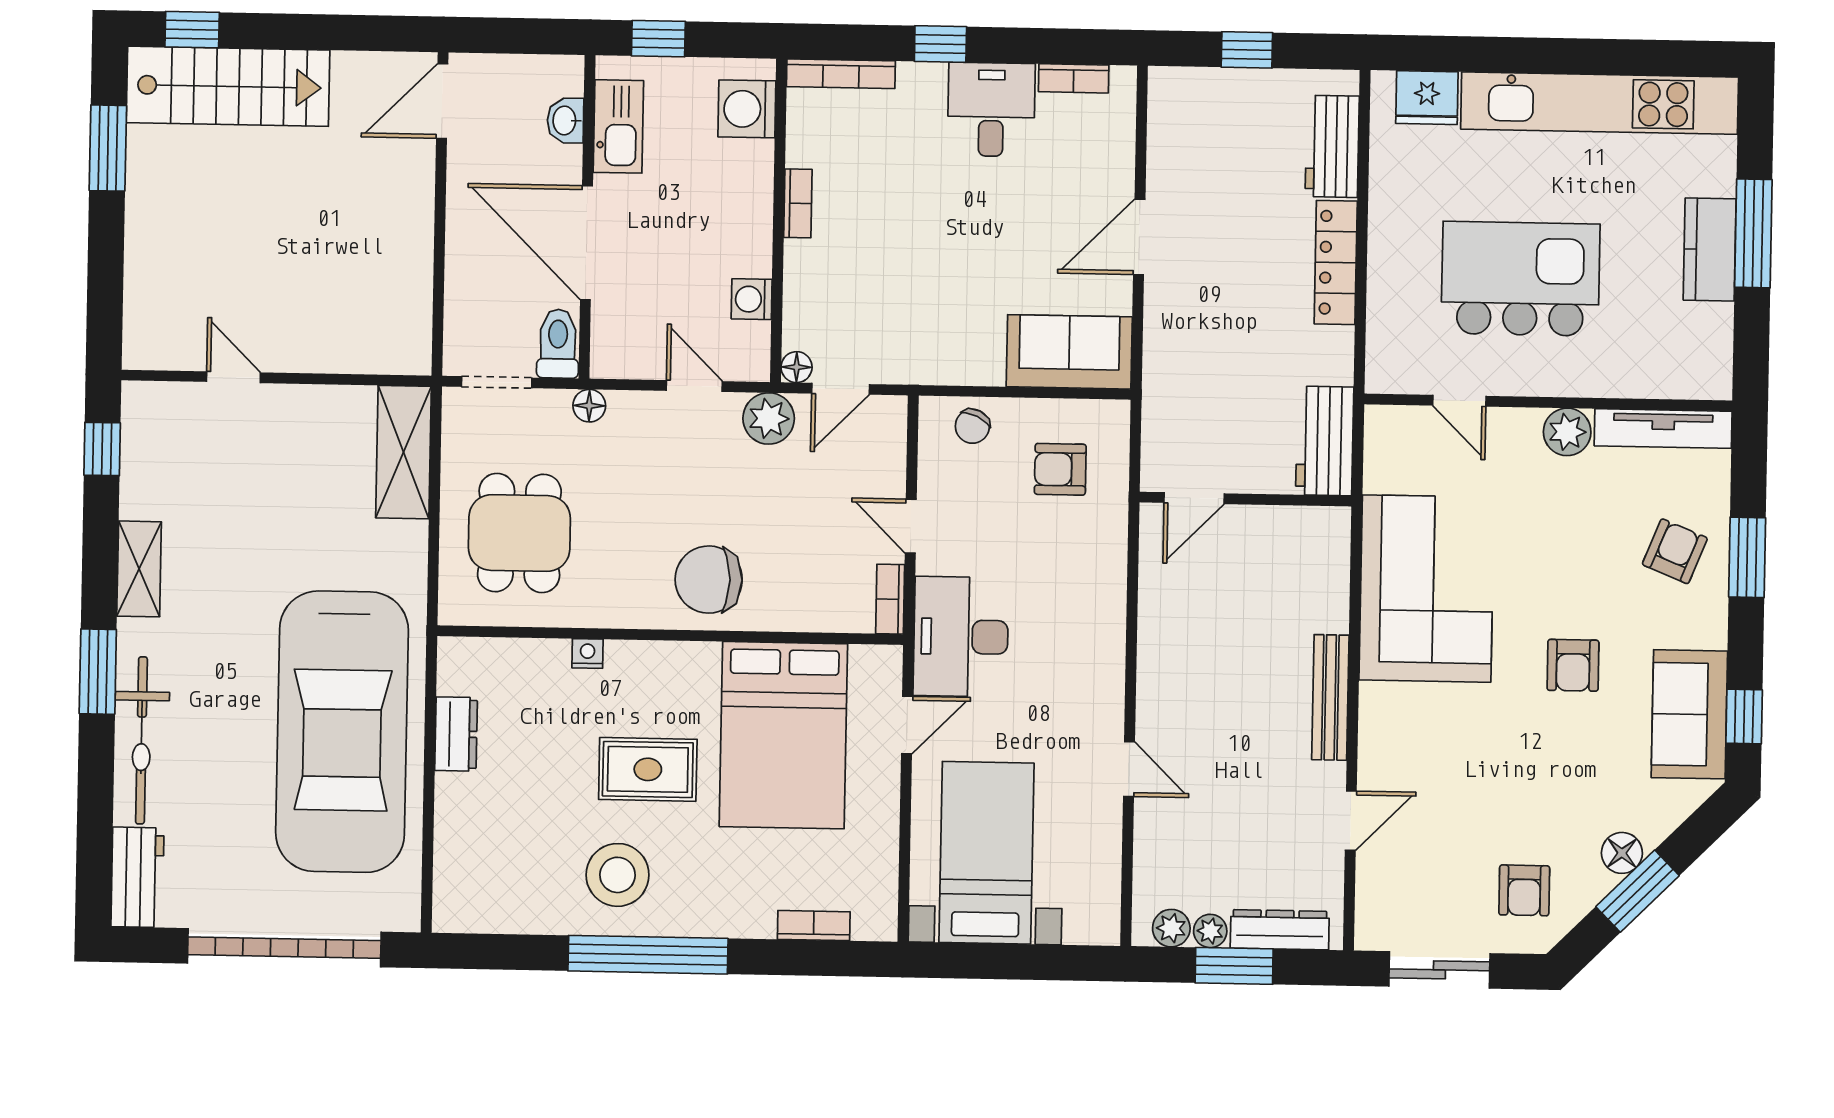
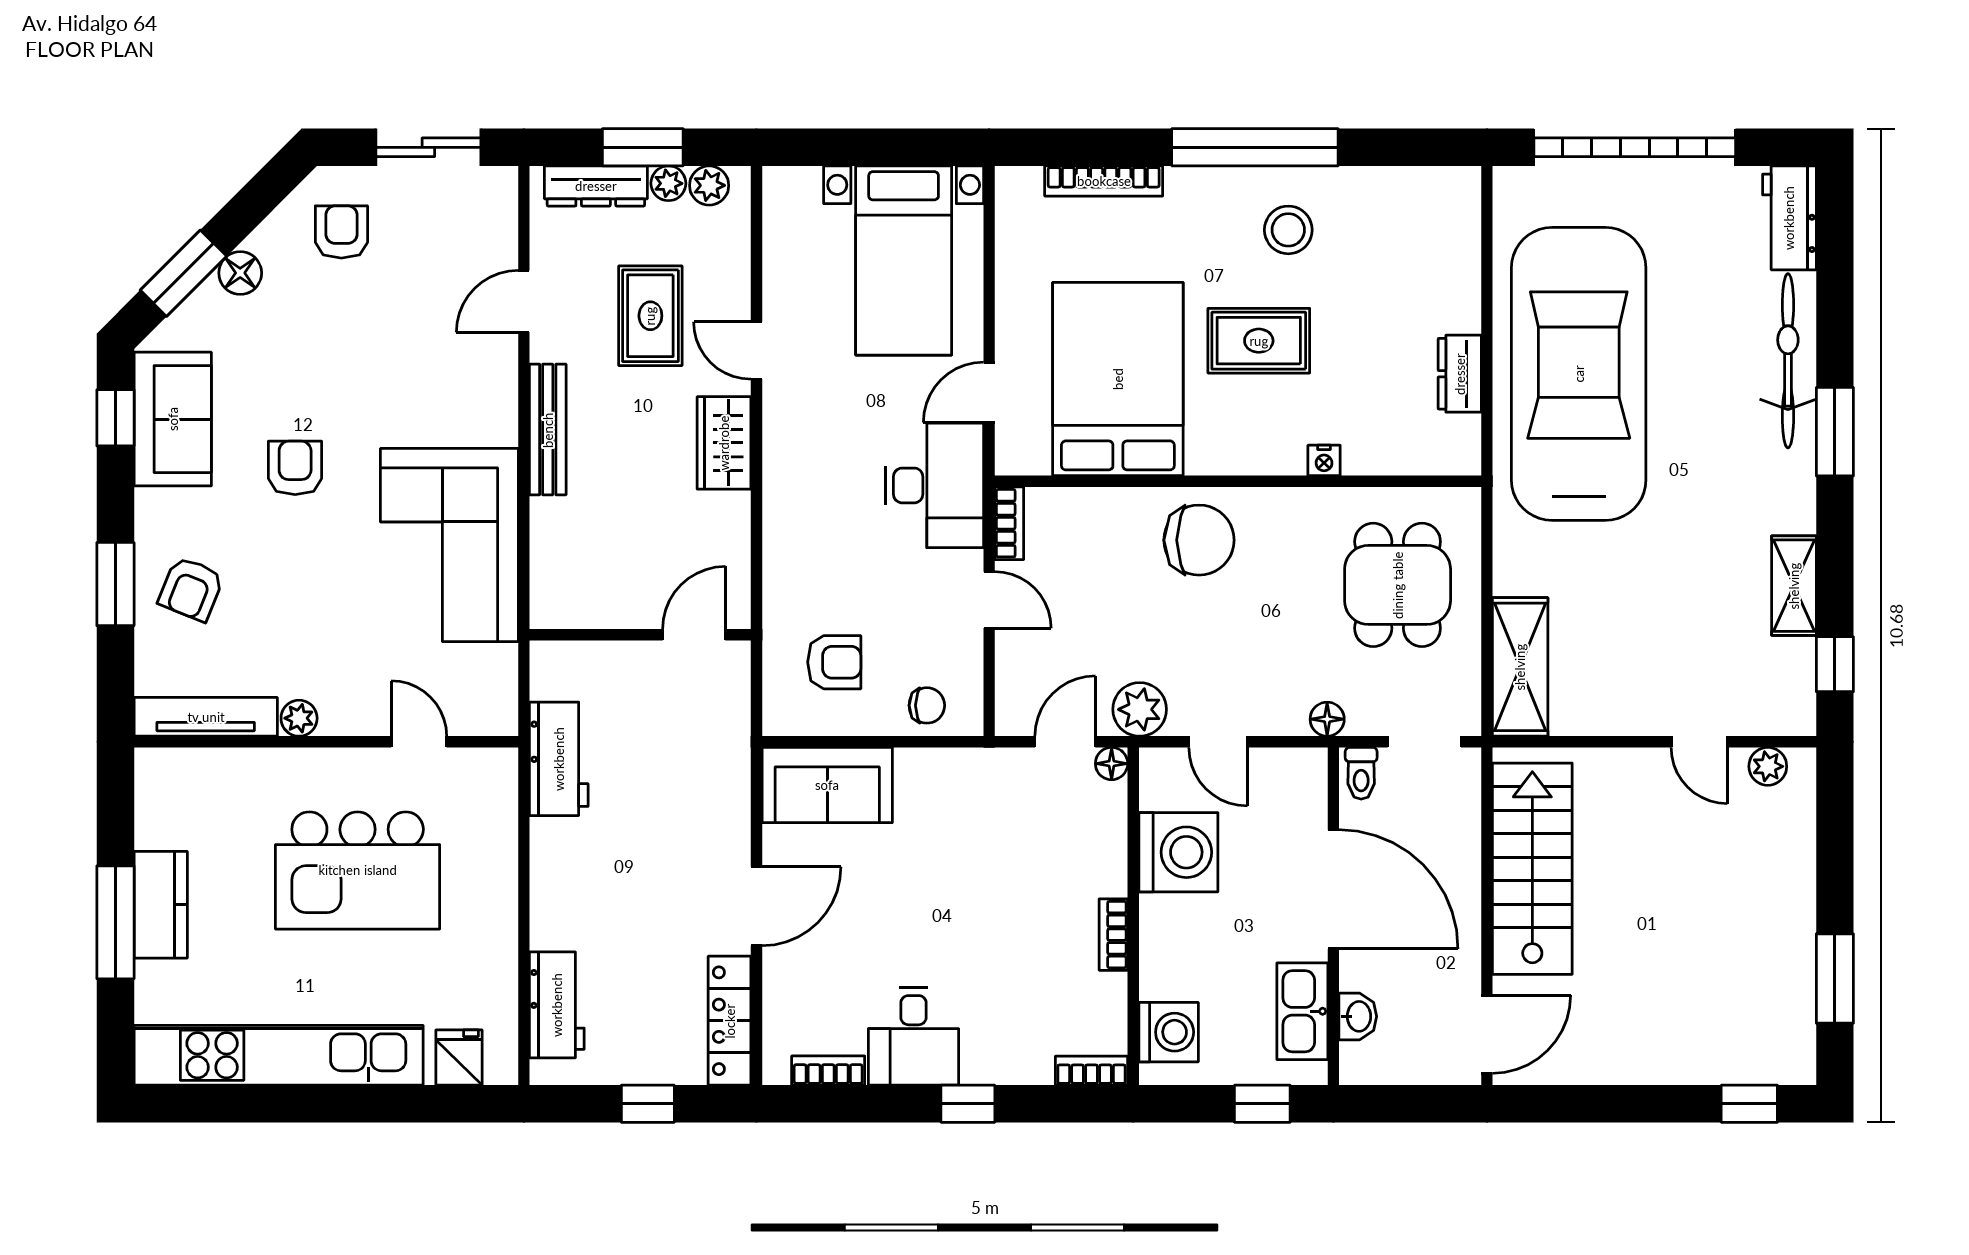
bookcase: (841, 74) -> (1091, 1071), width x0.64
stairs: (228, 86) -> (1532, 869), moved, turned 90
fridge: (1427, 98) -> (459, 1058), width x0.72
locker: (1336, 262) -> (730, 1021), moved, turned 180
washing machine: (752, 299) -> (1178, 852), width x1.89, depth x1.89
toilet: (558, 344) -> (1361, 773), width x0.73, depth x0.72
plant: (168, 352) -> (1768, 766), added
chair: (972, 426) -> (927, 705), turned 64
plant: (1567, 432) -> (299, 718), width x0.73, depth x0.73
workbench: (1325, 441) -> (559, 759), moved
shelving: (139, 569) -> (1794, 586), moved
wardrobe: (1162, 681) -> (724, 443), added
rug: (1230, 804) -> (650, 316), added
stool: (618, 875) -> (1288, 230), width x0.73, depth x0.73
window: (1637, 891) -> (183, 273), moved
bookcase: (814, 926) -> (1104, 181), width x1.56

